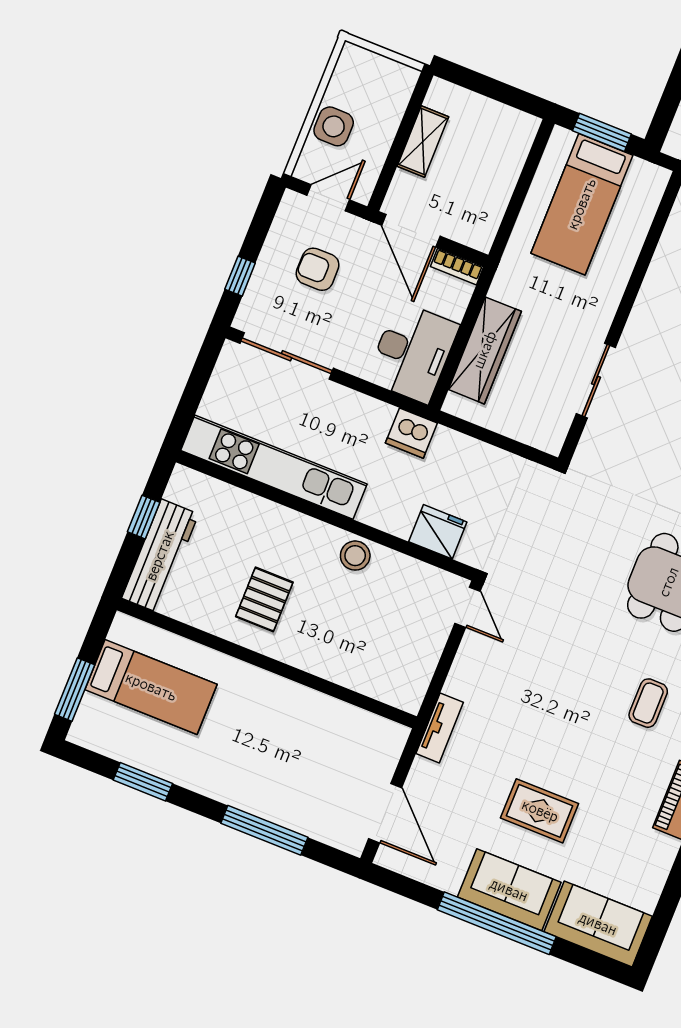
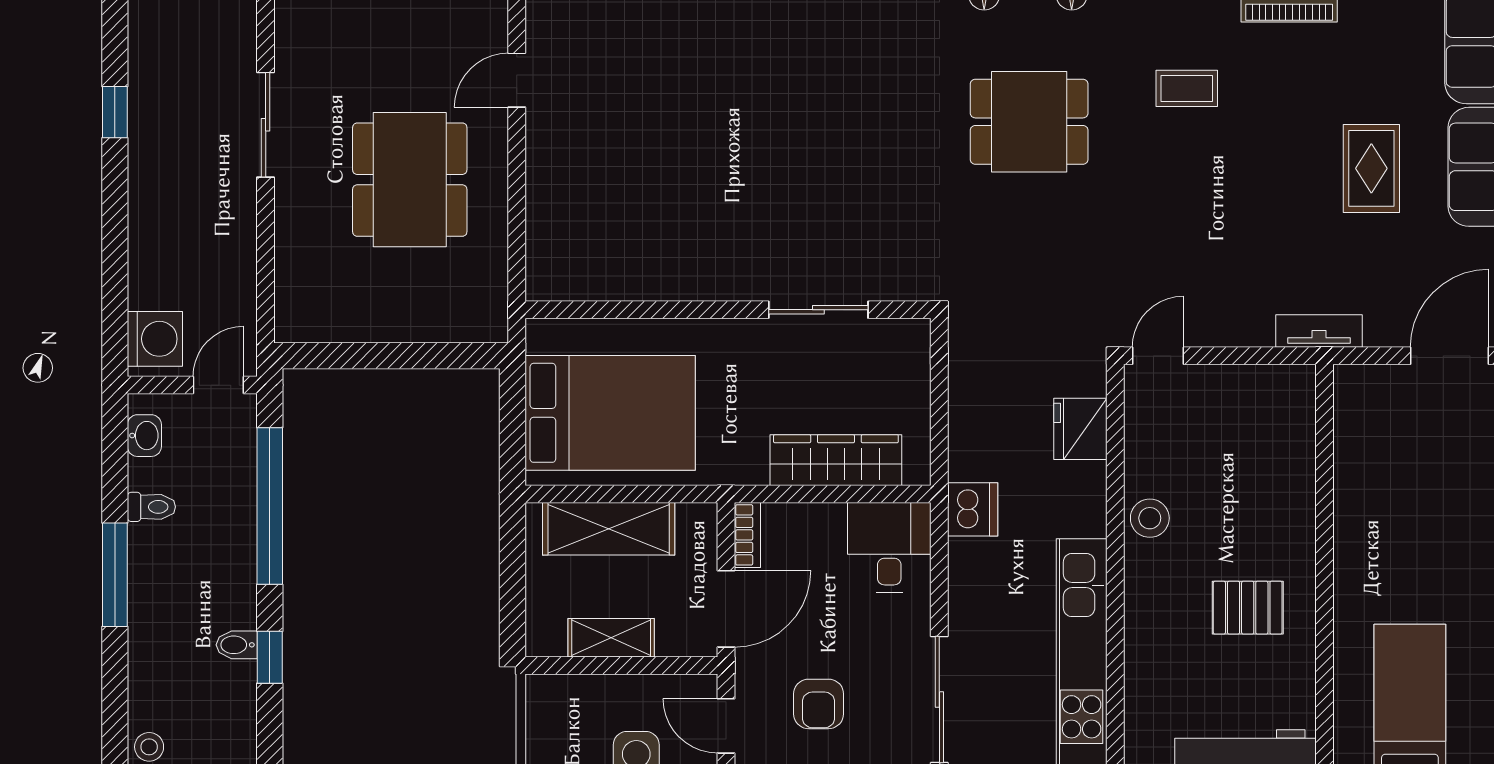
window: (602, 132) -> (512, 424), removed
shelving: (501, 170) -> (609, 529), added
bed: (582, 204) -> (610, 413), width x1.50
desk: (413, 352) -> (889, 547), width x0.73

